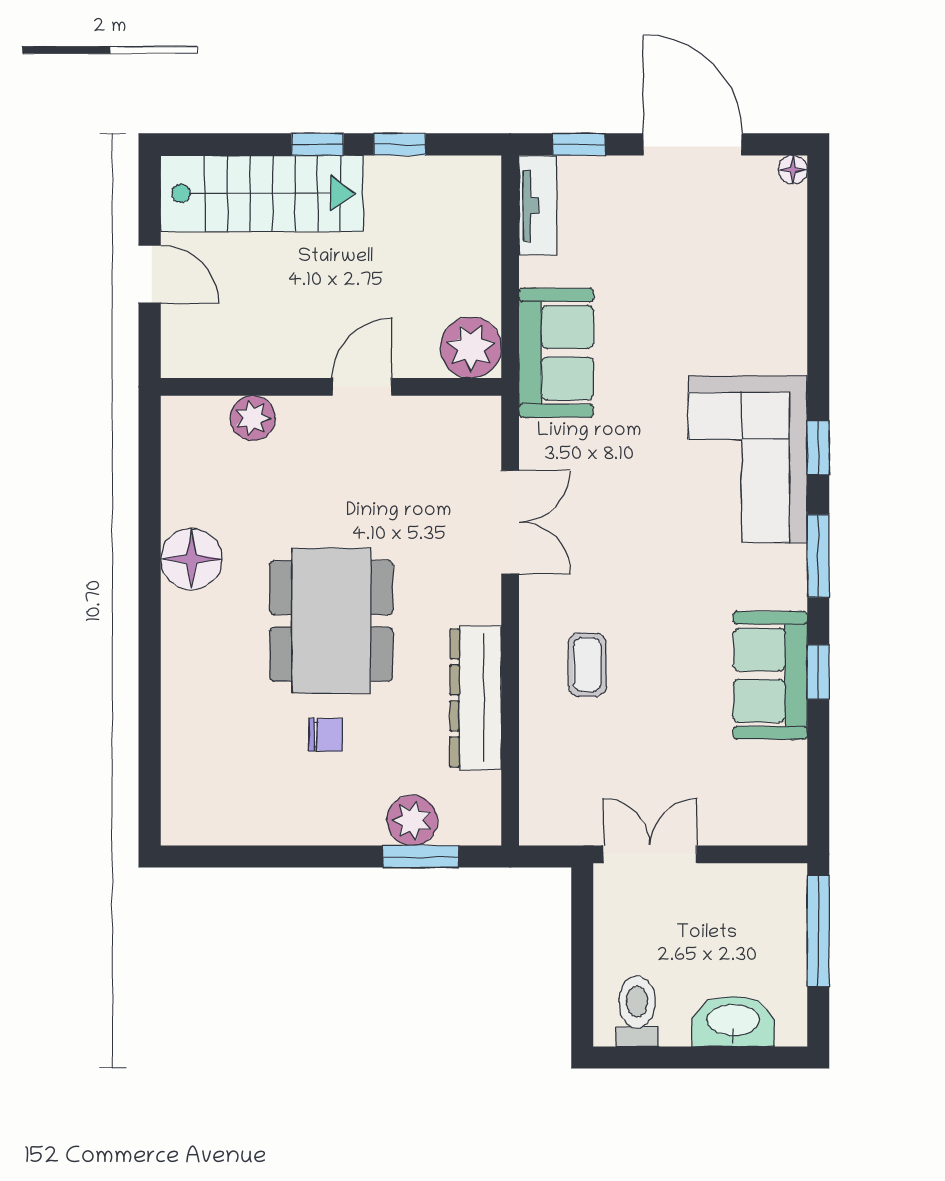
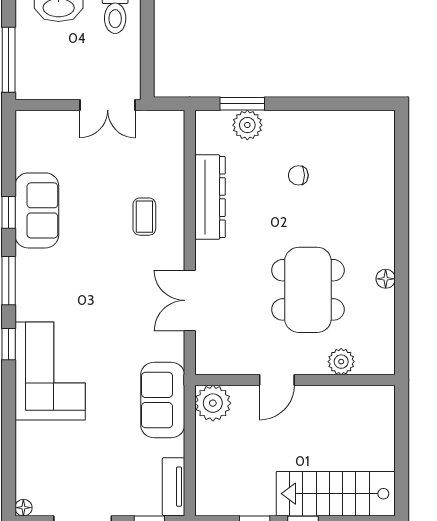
door: (150, 274) -> (402, 446), removed
corner sofa: (748, 459) -> (50, 371), moved
floor lamp: (191, 559) -> (386, 279), width x0.53, depth x0.53
dining table: (331, 621) -> (308, 290), moved

